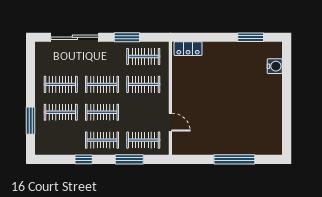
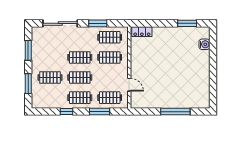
window: (31, 74) -> (28, 50), added
clothes rail: (61, 84) -> (50, 57), removed

